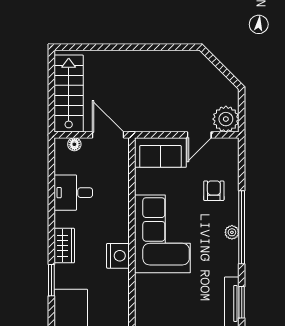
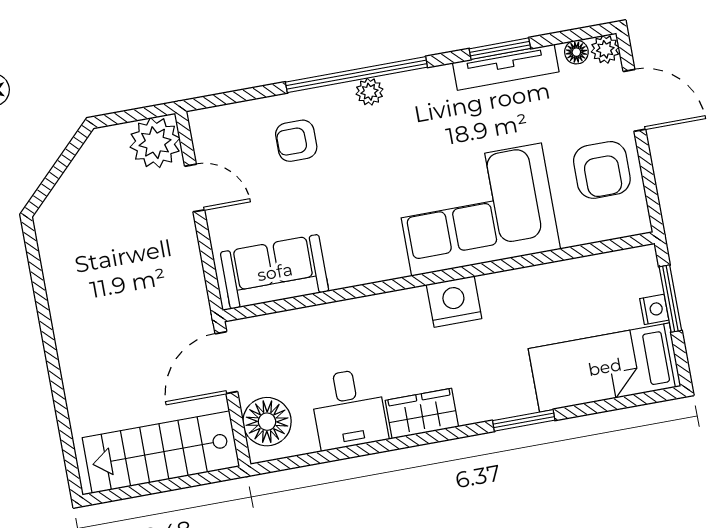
floor lamp: (74, 144) -> (267, 422), width x1.89, depth x1.89
sofa: (160, 153) -> (275, 272), moved, turned -90
corner sofa: (162, 234) -> (476, 210), moved
wardrobe: (64, 246) -> (422, 414), moved

